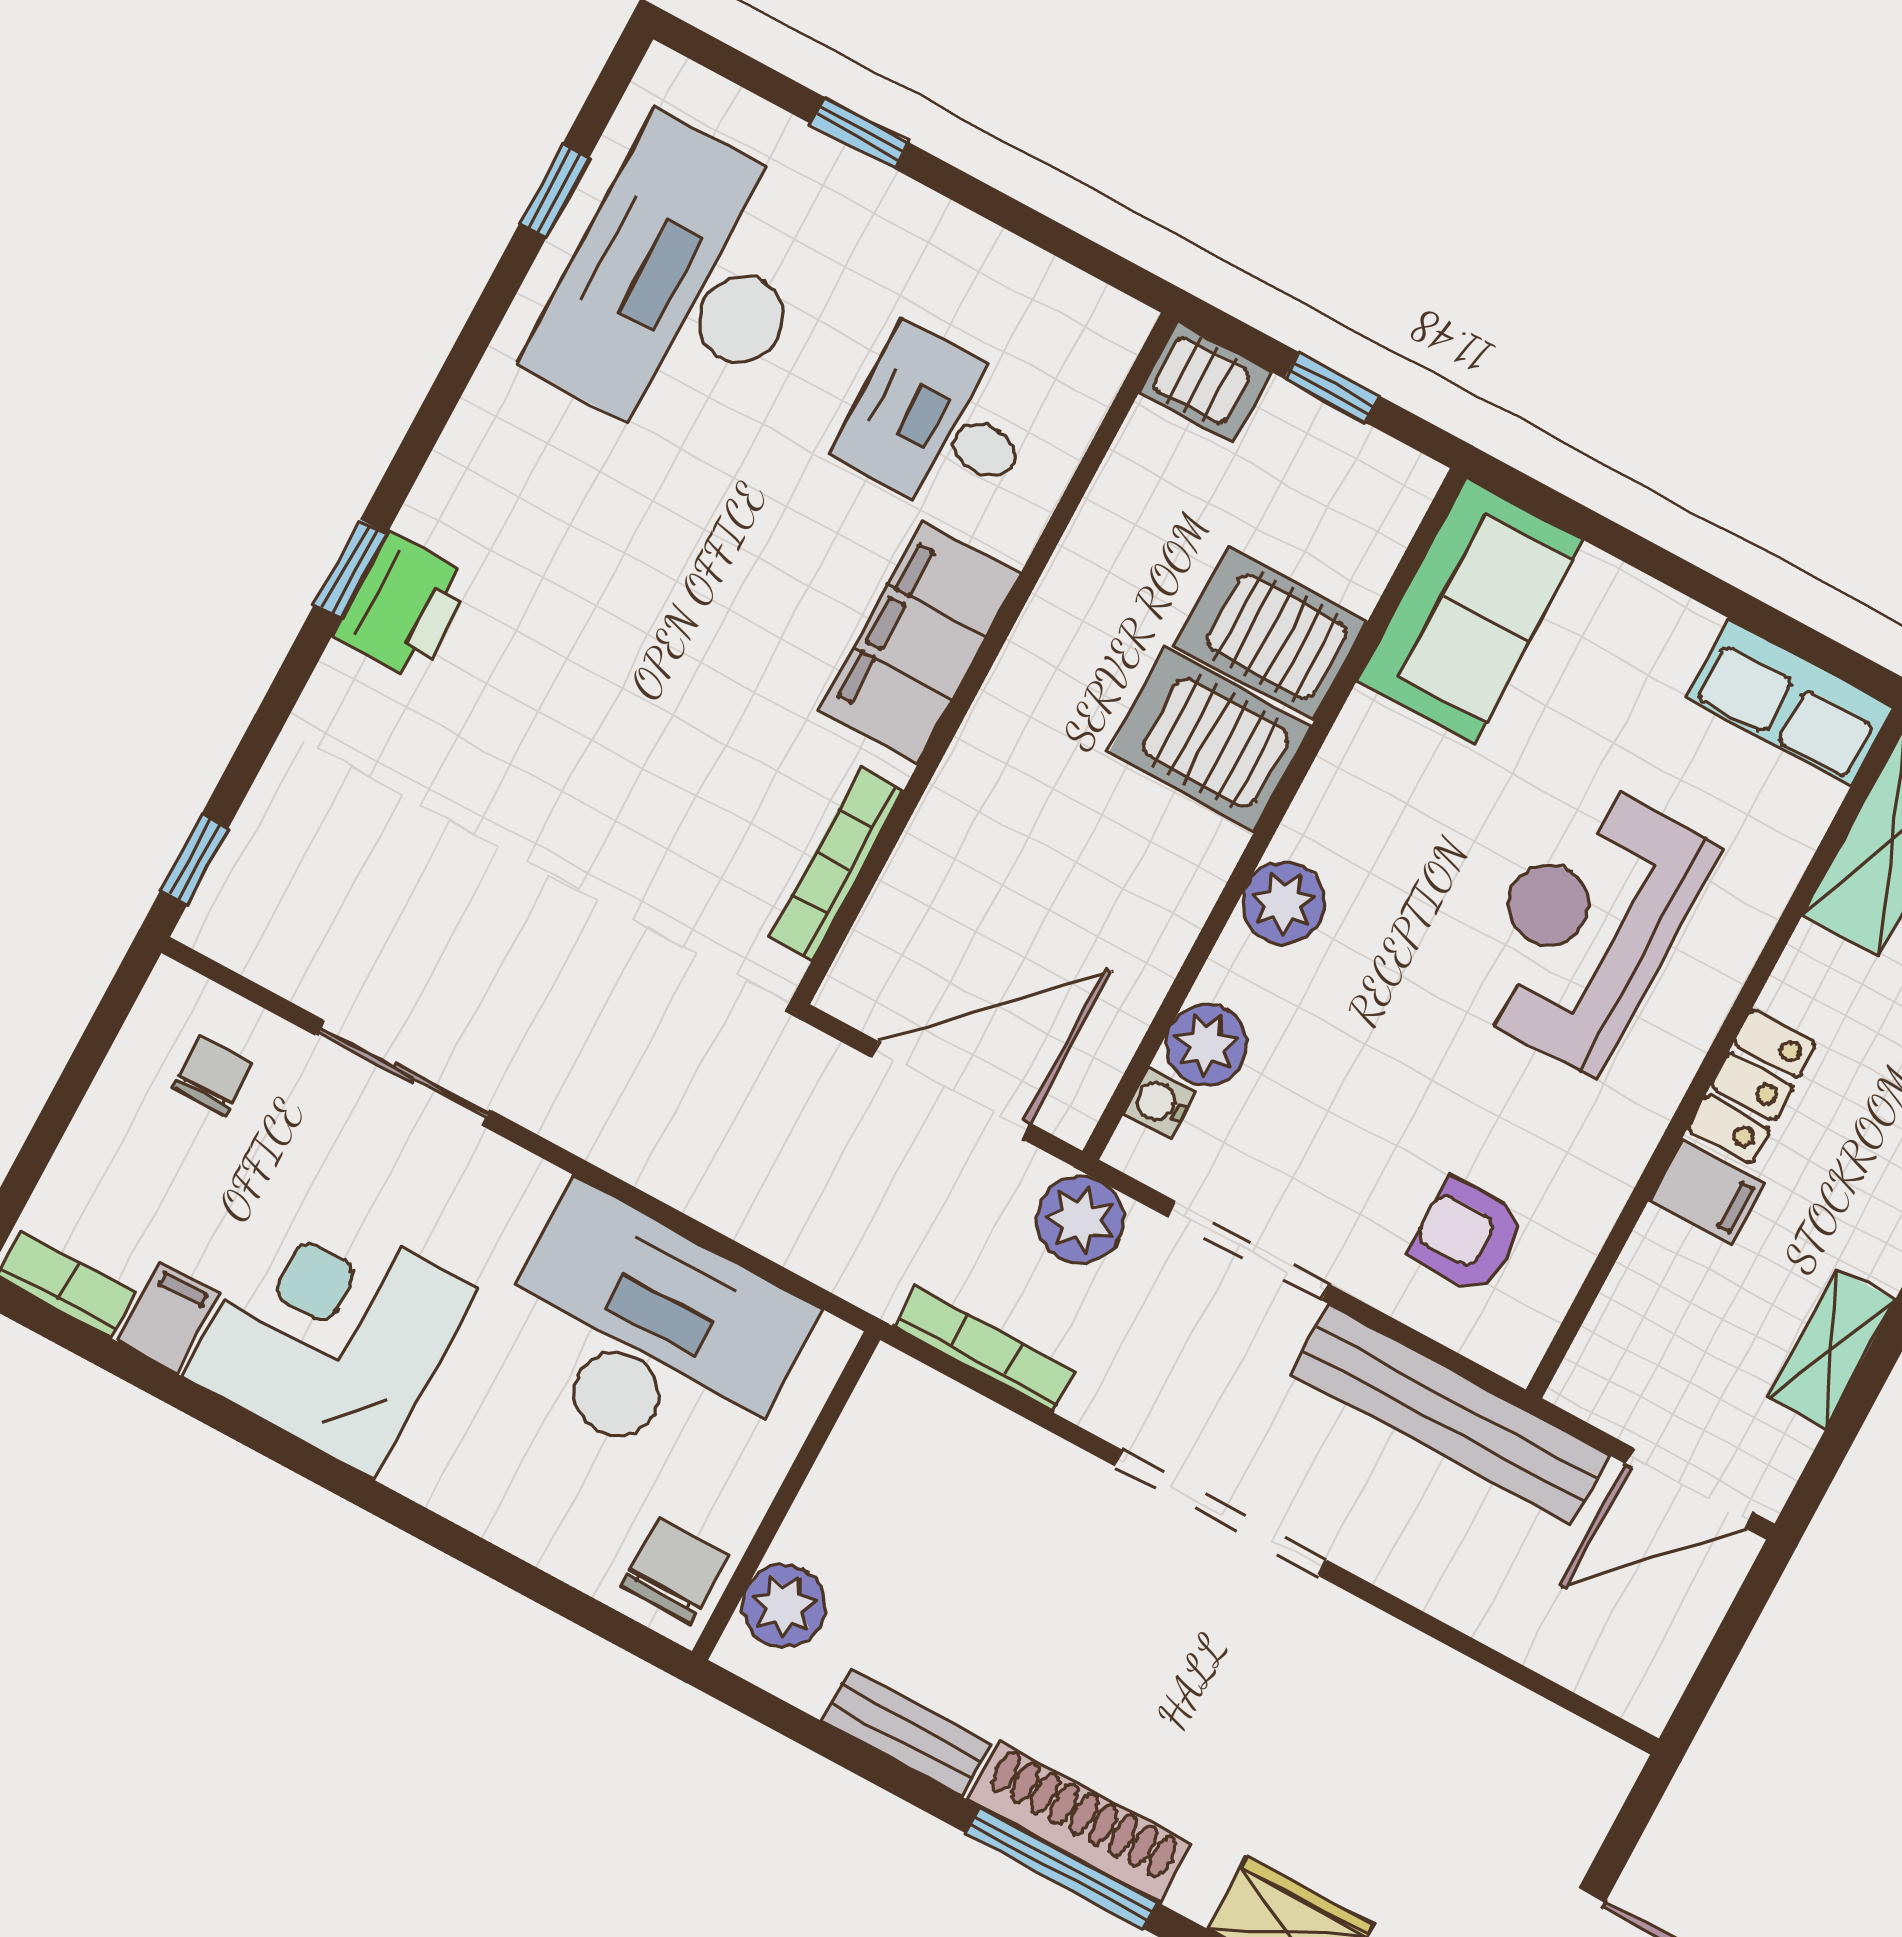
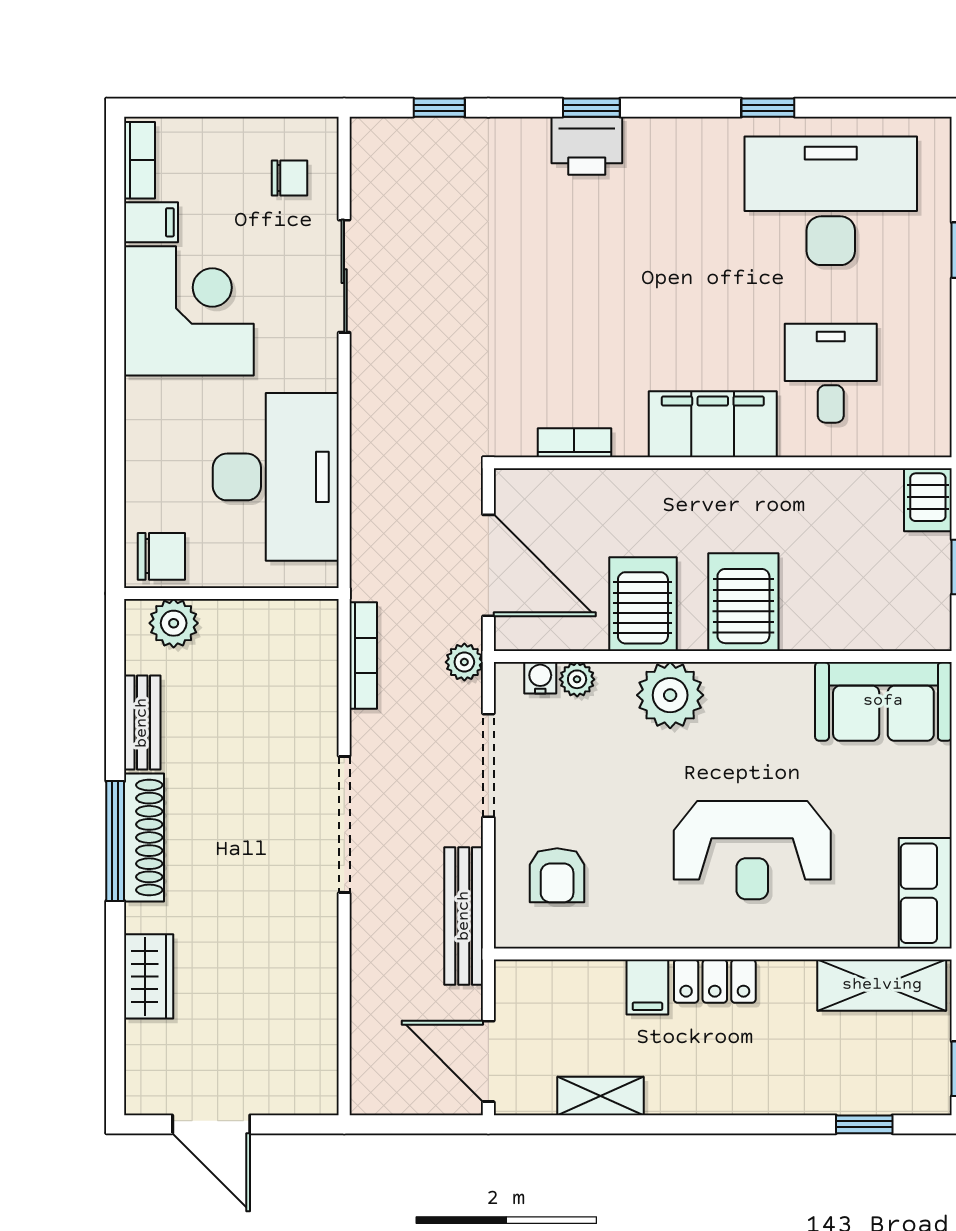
window: (554, 191) -> (768, 108), moved
server rack: (1271, 633) -> (643, 604), moved
window: (194, 860) -> (439, 108), moved
bookcase: (837, 863) -> (574, 443), width x0.64
plant: (1284, 903) -> (670, 695), width x1.36, depth x1.36
reception desk: (1587, 925) -> (752, 850), turned 180
plant: (1206, 1045) -> (577, 679), width x0.73, depth x0.73
plant: (1080, 1220) -> (464, 662), width x0.73, depth x0.73
armchair: (1467, 1236) -> (557, 875), turned 180
bench: (1450, 1415) -> (464, 916), width x0.73, depth x0.82

